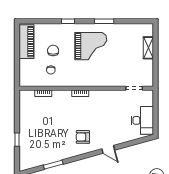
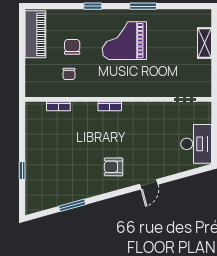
grand piano: (91, 46) -> (124, 41), turned 180
door: (108, 149) -> (149, 184), hinge flipped

